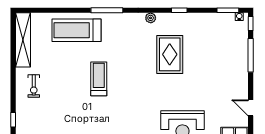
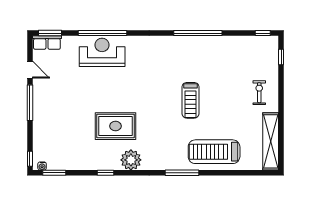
plant: (151, 18) -> (131, 160), width x1.88, depth x1.88
treadmill: (77, 30) -> (214, 152), turned 180
rug: (170, 54) -> (115, 126), turned 90
window: (251, 55) -> (30, 103), moved

